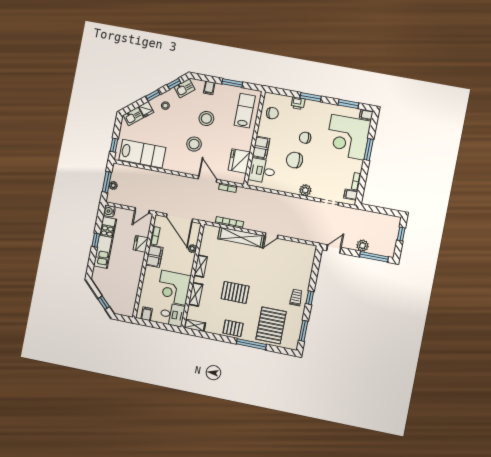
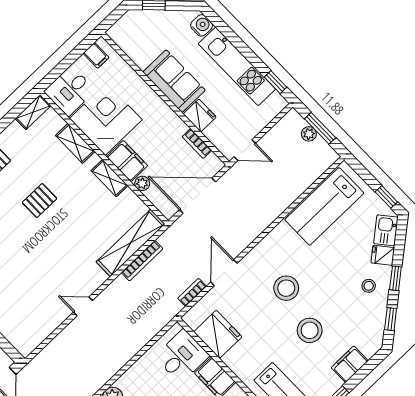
kitchen sink: (185, 88) -> (374, 330), removed
filing cabinet: (209, 88) -> (350, 364), width x2.00
window: (114, 145) -> (386, 197), moved
door: (208, 179) -> (224, 273), swing flipped
water cooler: (109, 211) -> (202, 25), moved
door: (142, 211) -> (245, 150), swing flipped
door: (271, 236) -> (83, 306), hinge flipped
shelving: (241, 237) -> (131, 243), moved
window: (96, 240) -> (276, 82), moved
filing cabinet: (154, 256) -> (127, 161), moved, turned 180
sofa: (133, 268) -> (174, 81), added
pallet: (235, 292) -> (39, 201), width x0.67, depth x0.71

